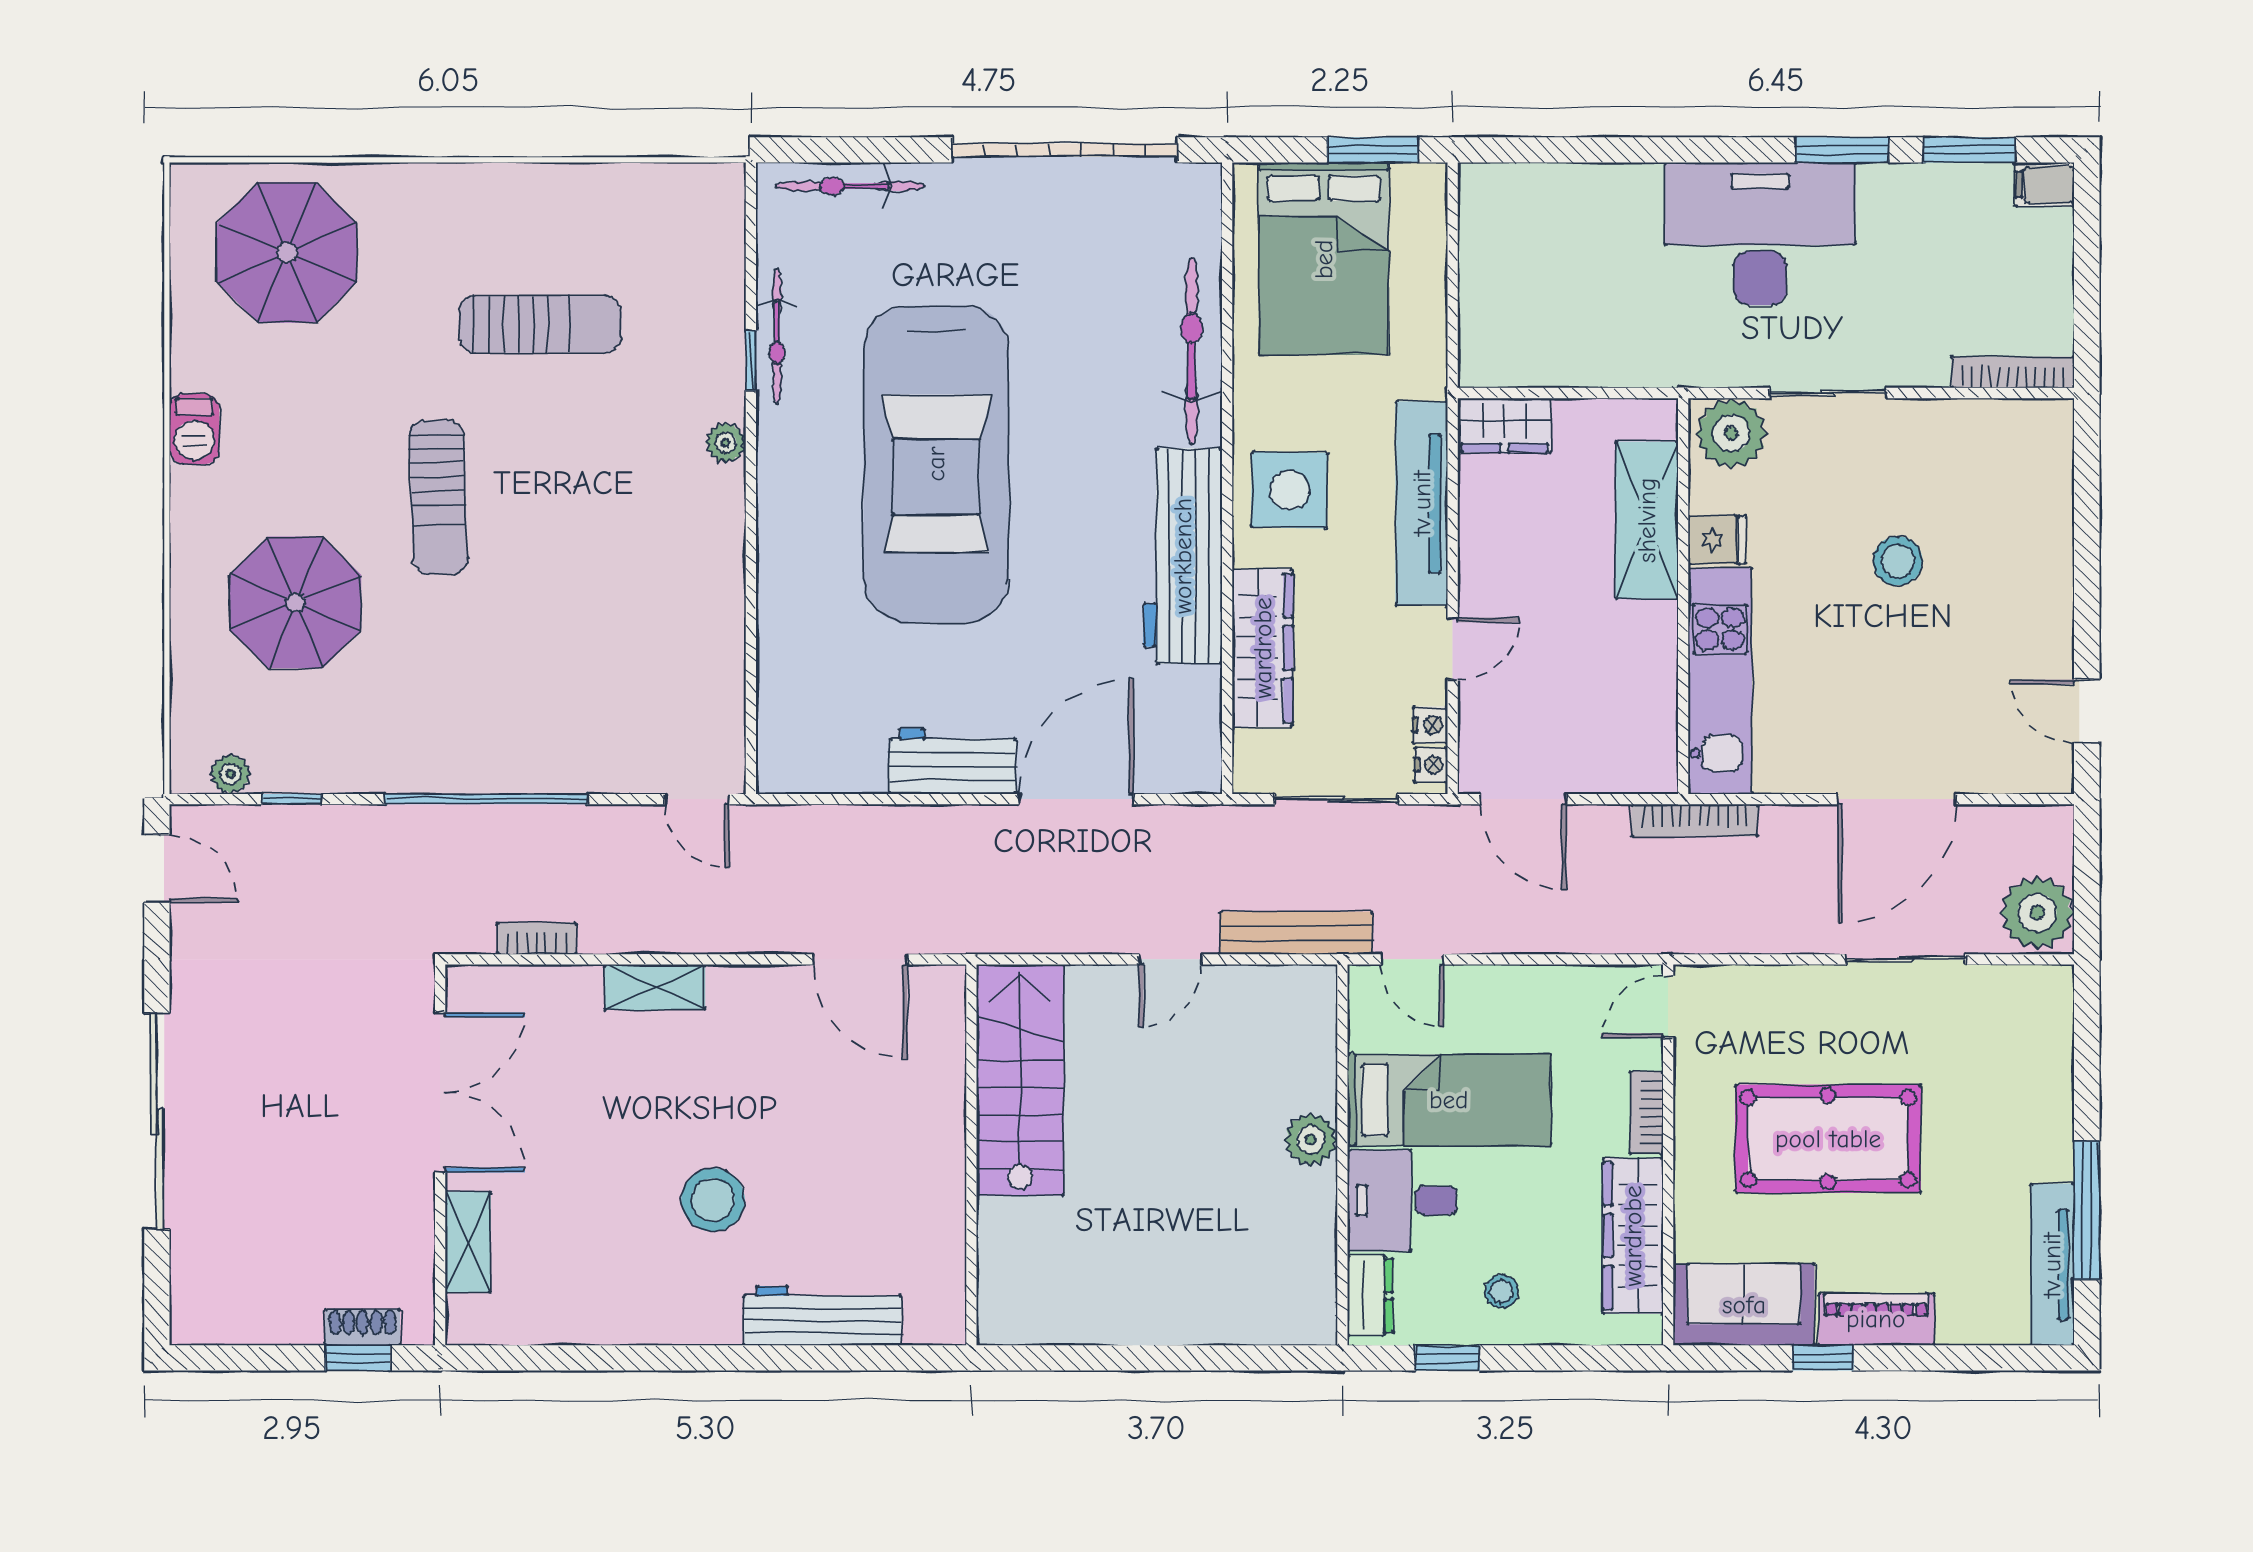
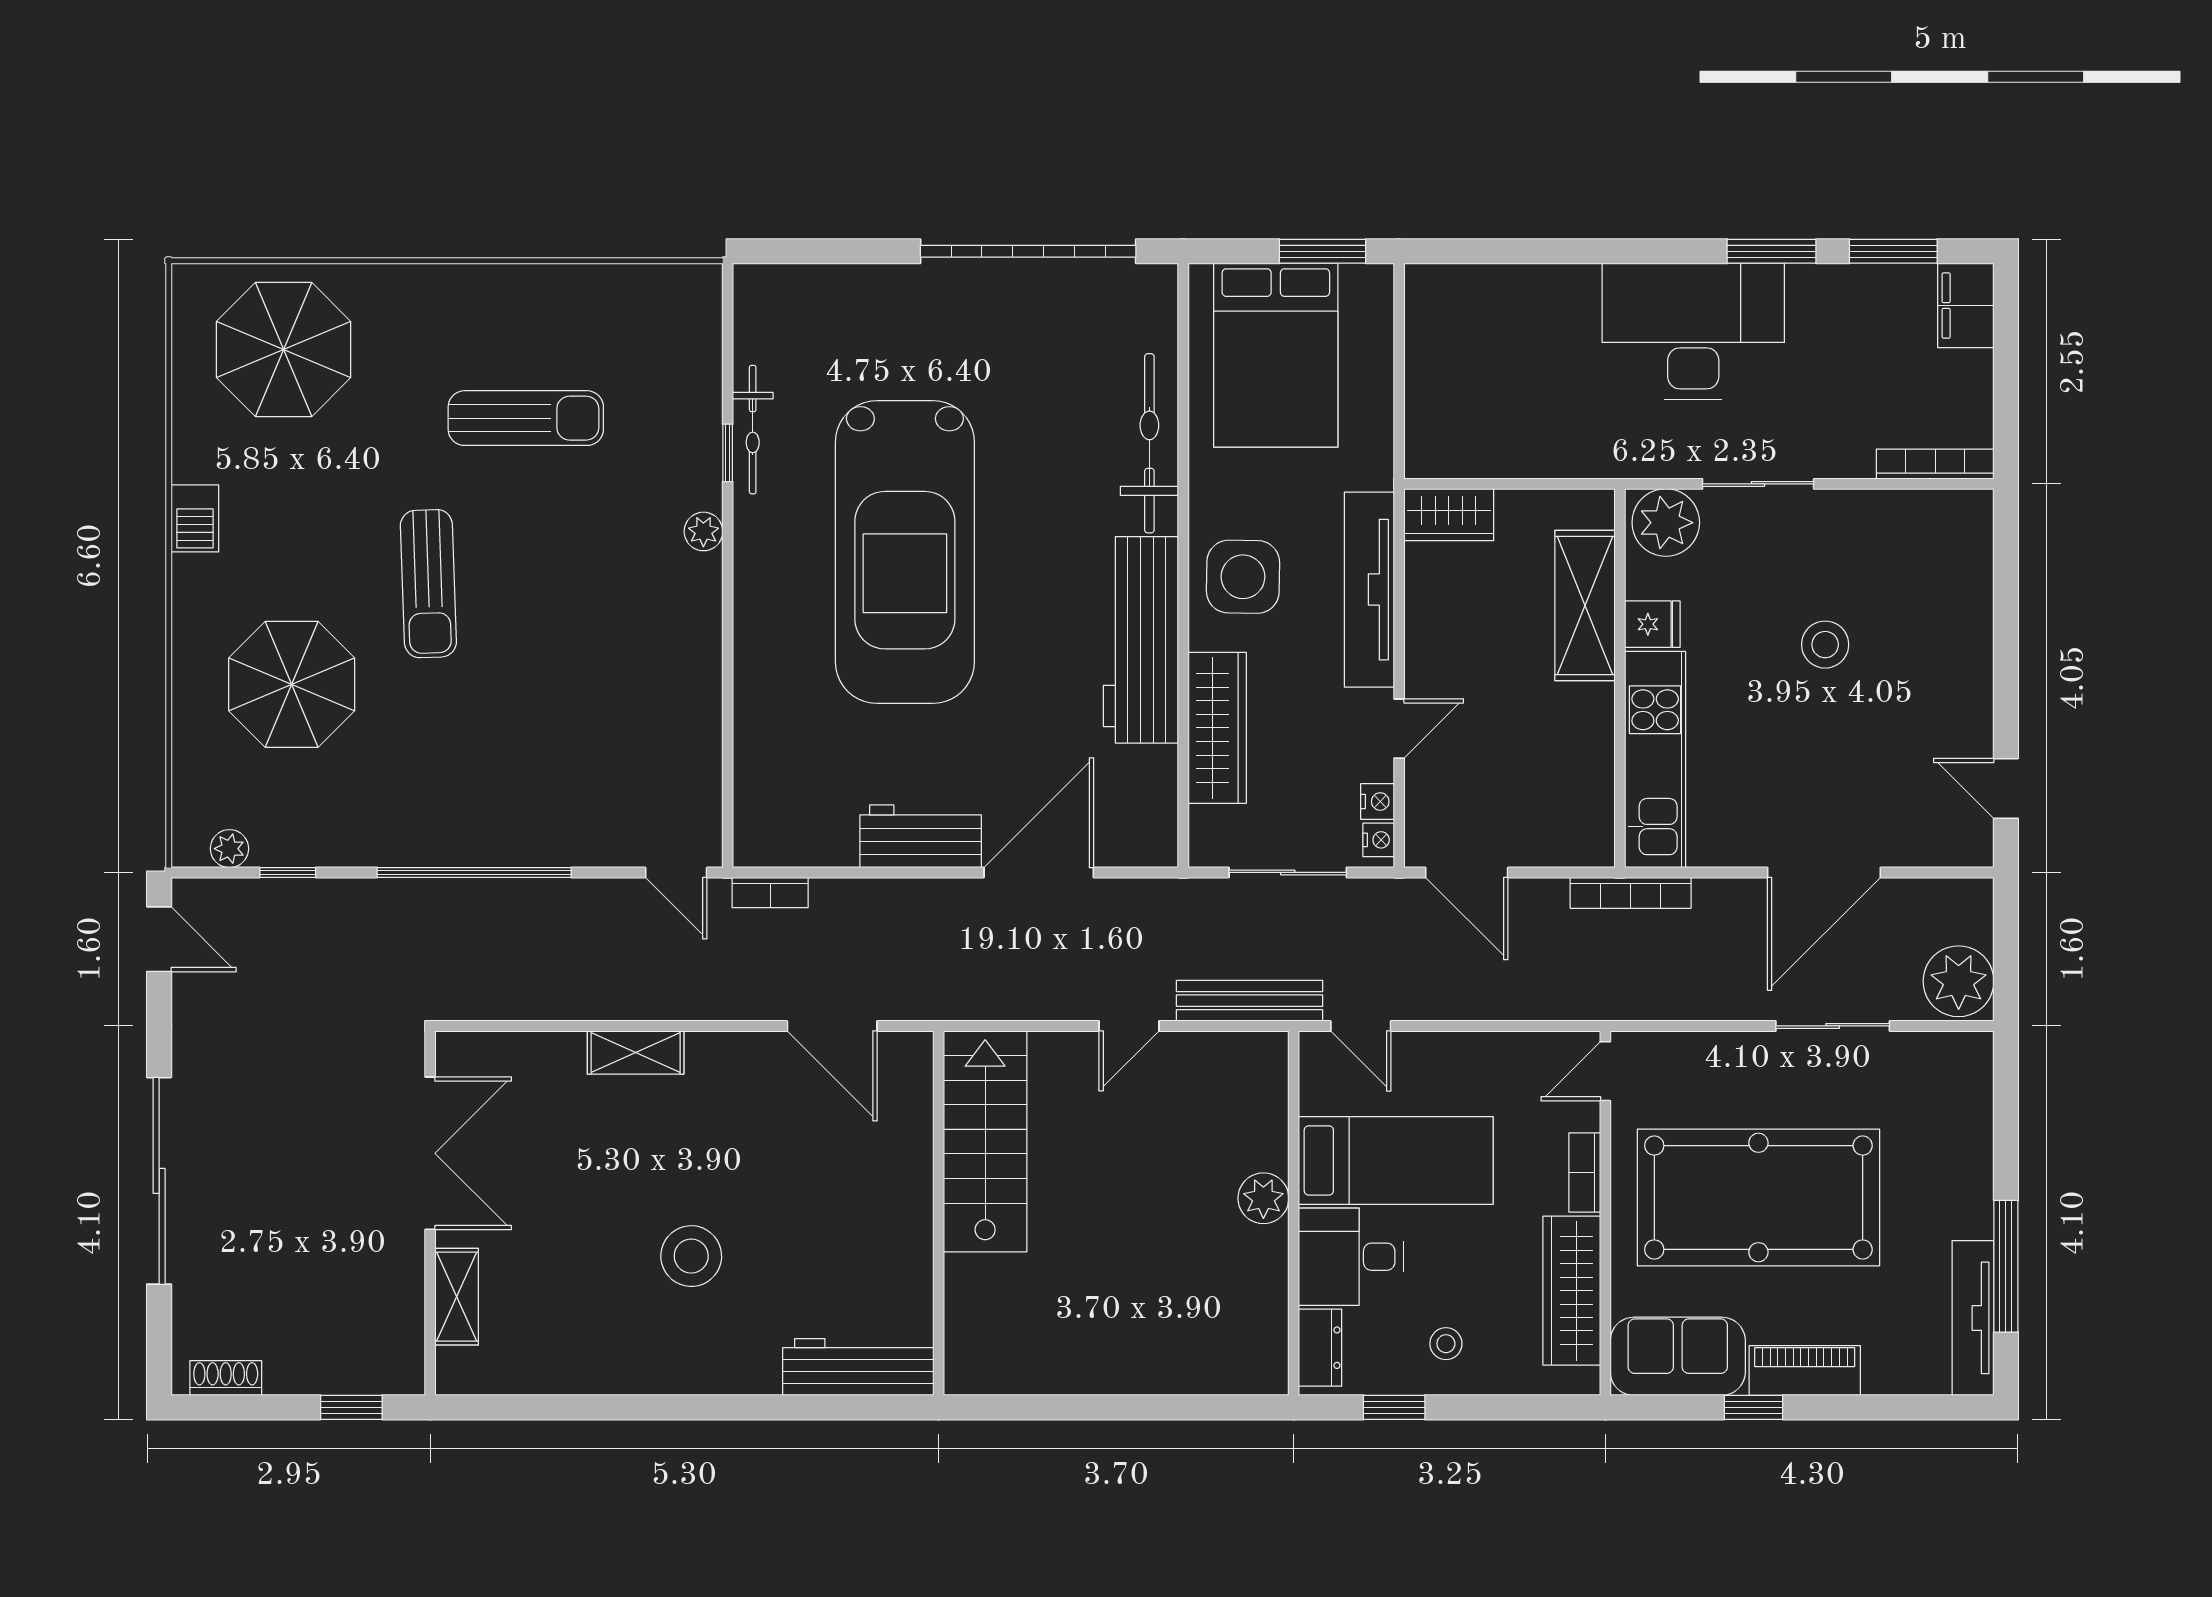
filing cabinet: (2045, 184) -> (1966, 305), width x2.00
bicycle: (850, 186) -> (822, 286), removed
bookcase: (537, 939) -> (770, 892), moved, turned 180
pool table: (1828, 1139) -> (1758, 1197), width x1.36, depth x1.32
workbench: (823, 1316) -> (858, 1367), moved
shoe rack: (363, 1327) -> (226, 1378), moved

